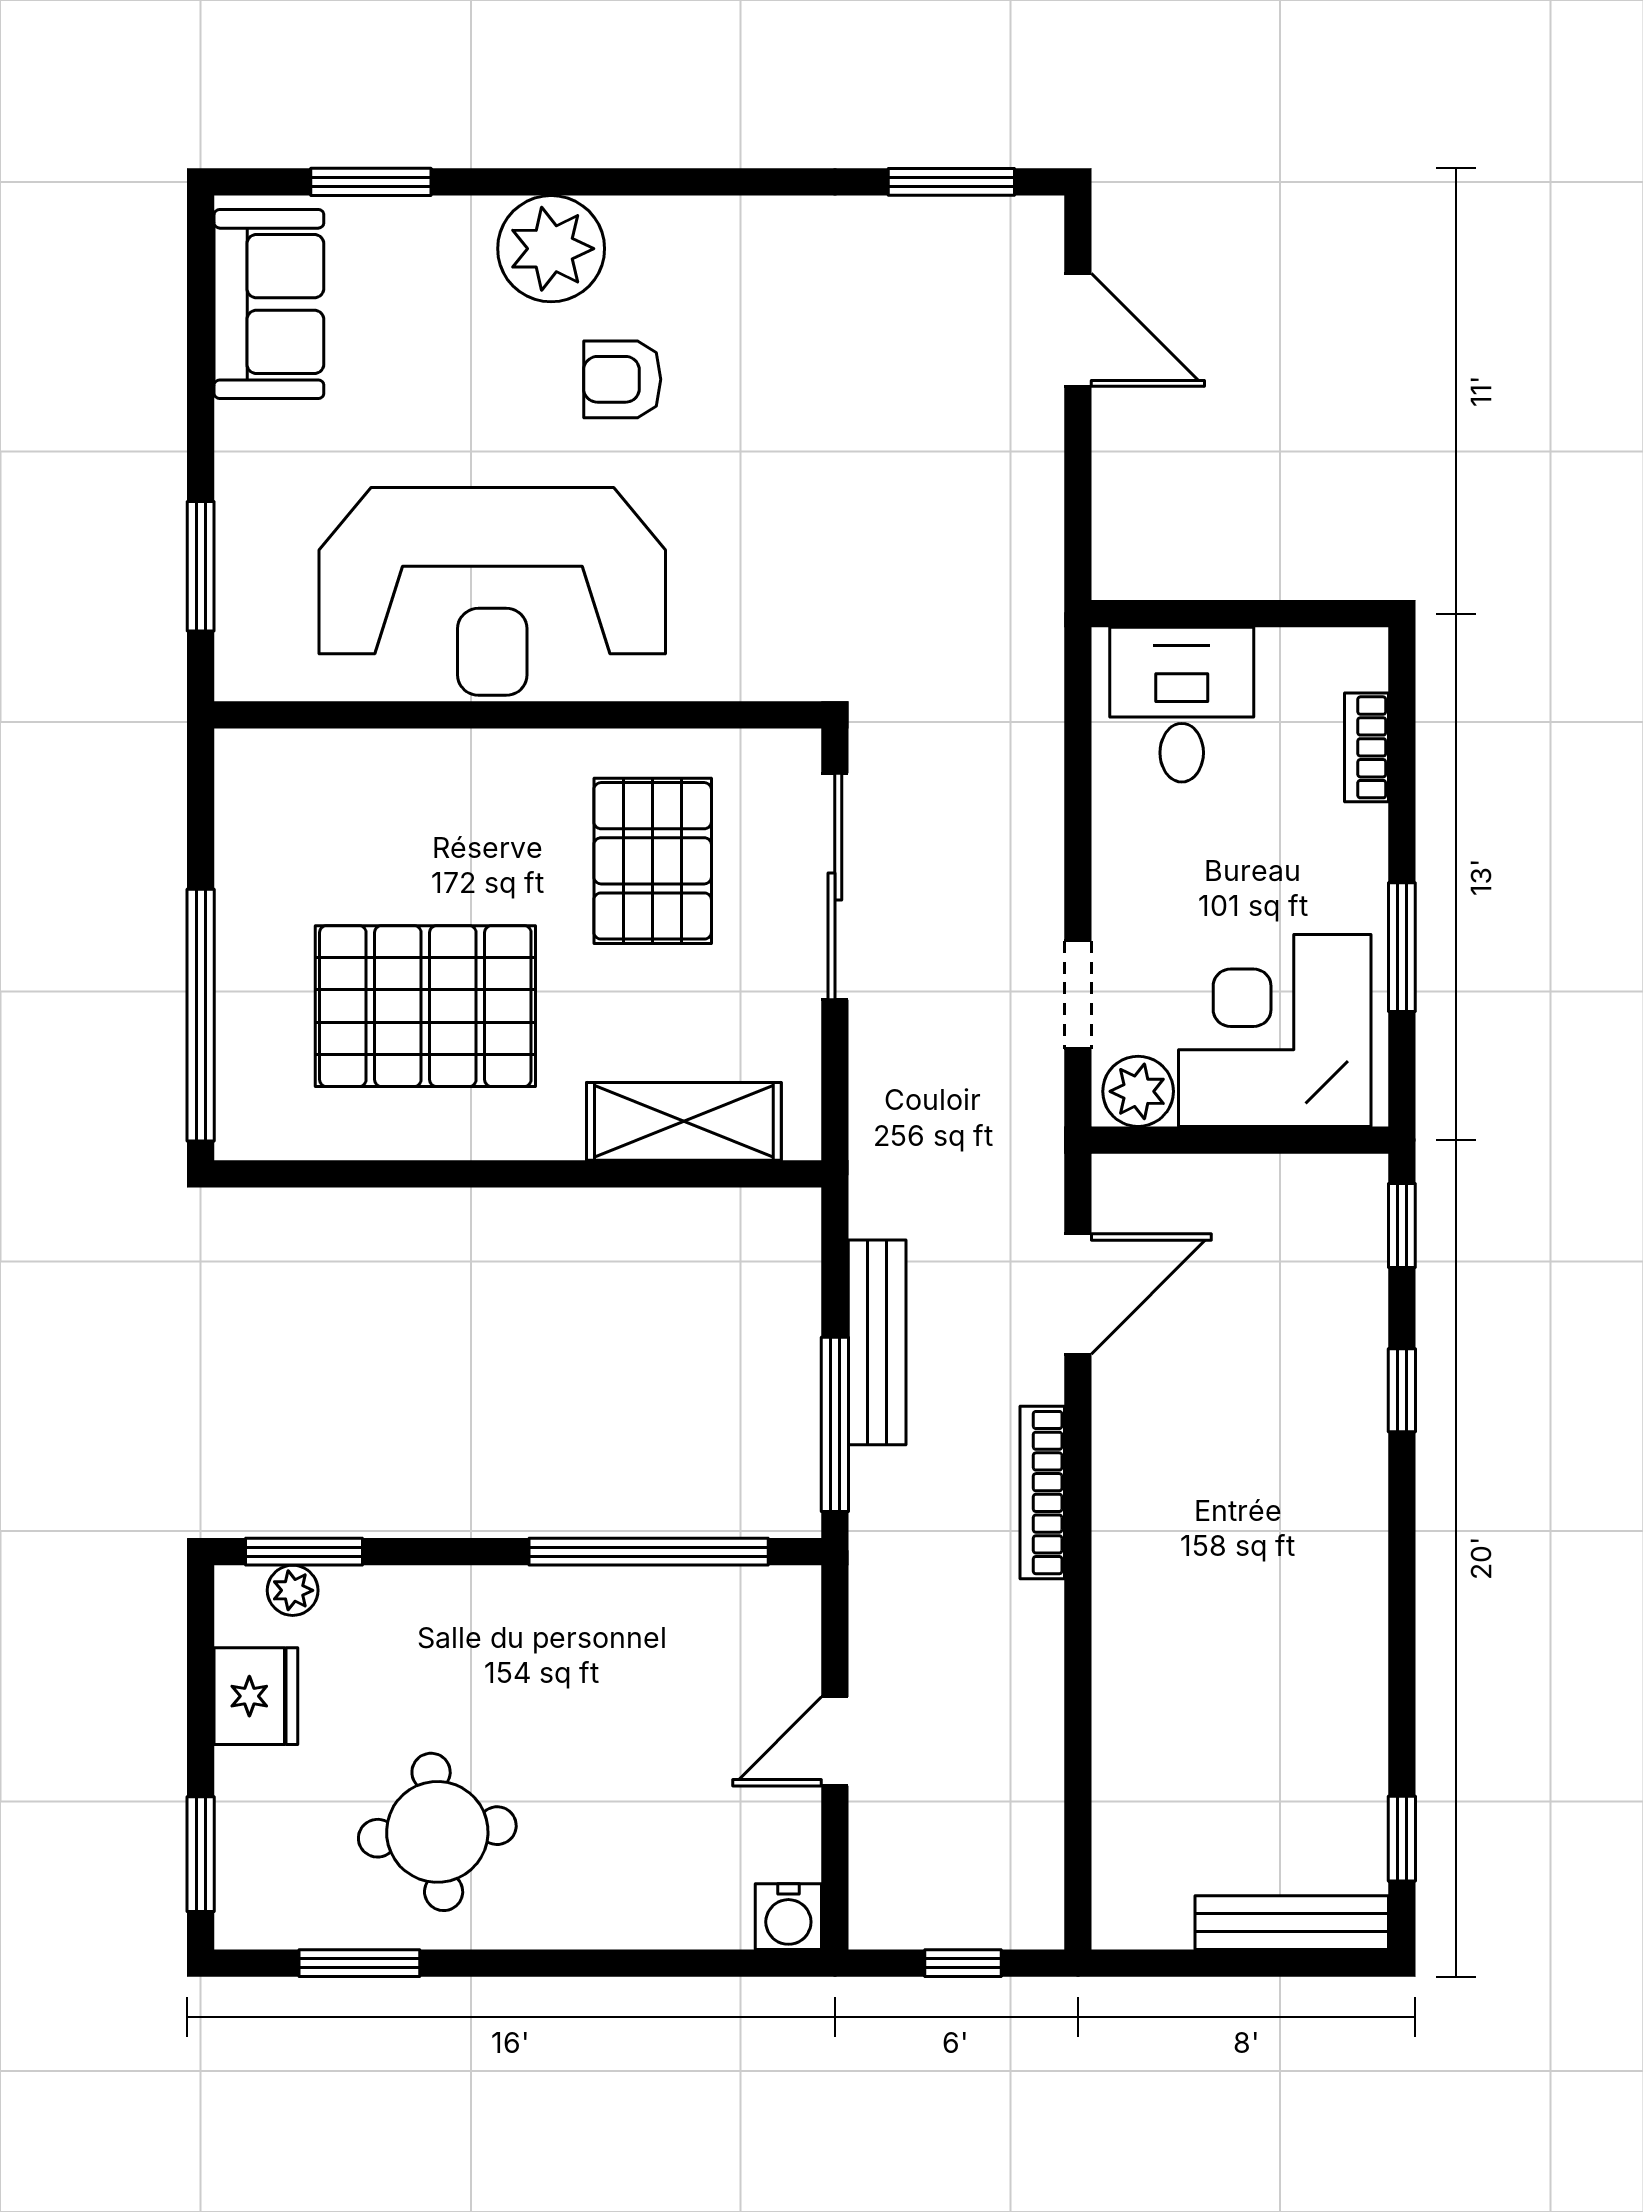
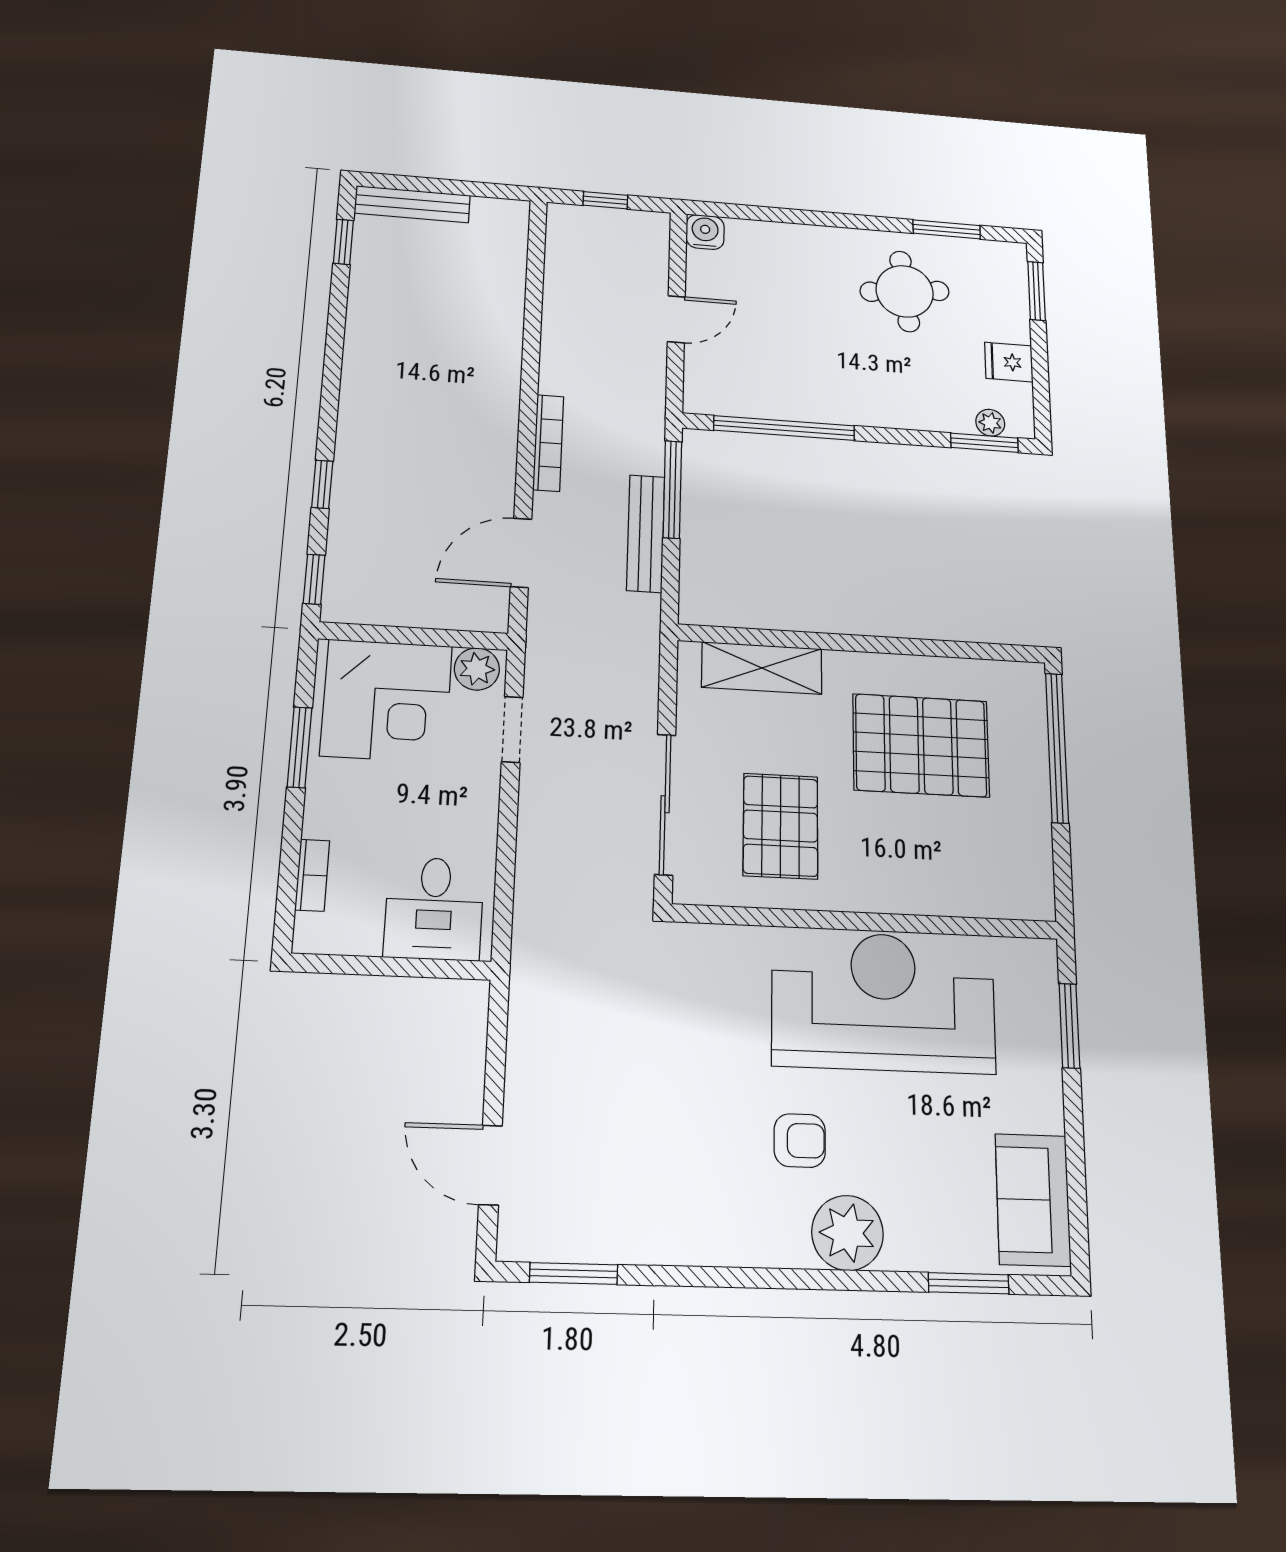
fridge: (256, 1696) -> (1009, 362), width x0.72

